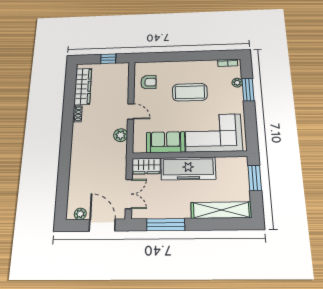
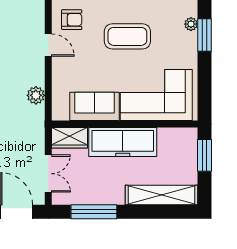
door: (131, 111) -> (48, 45), moved

